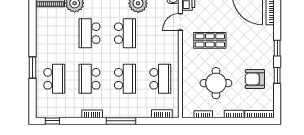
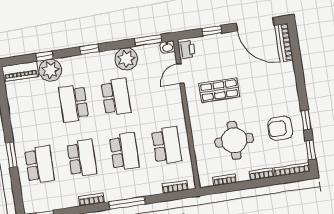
window: (277, 48) -> (311, 150), moved
school desk: (90, 79) -> (82, 158), turned 180

